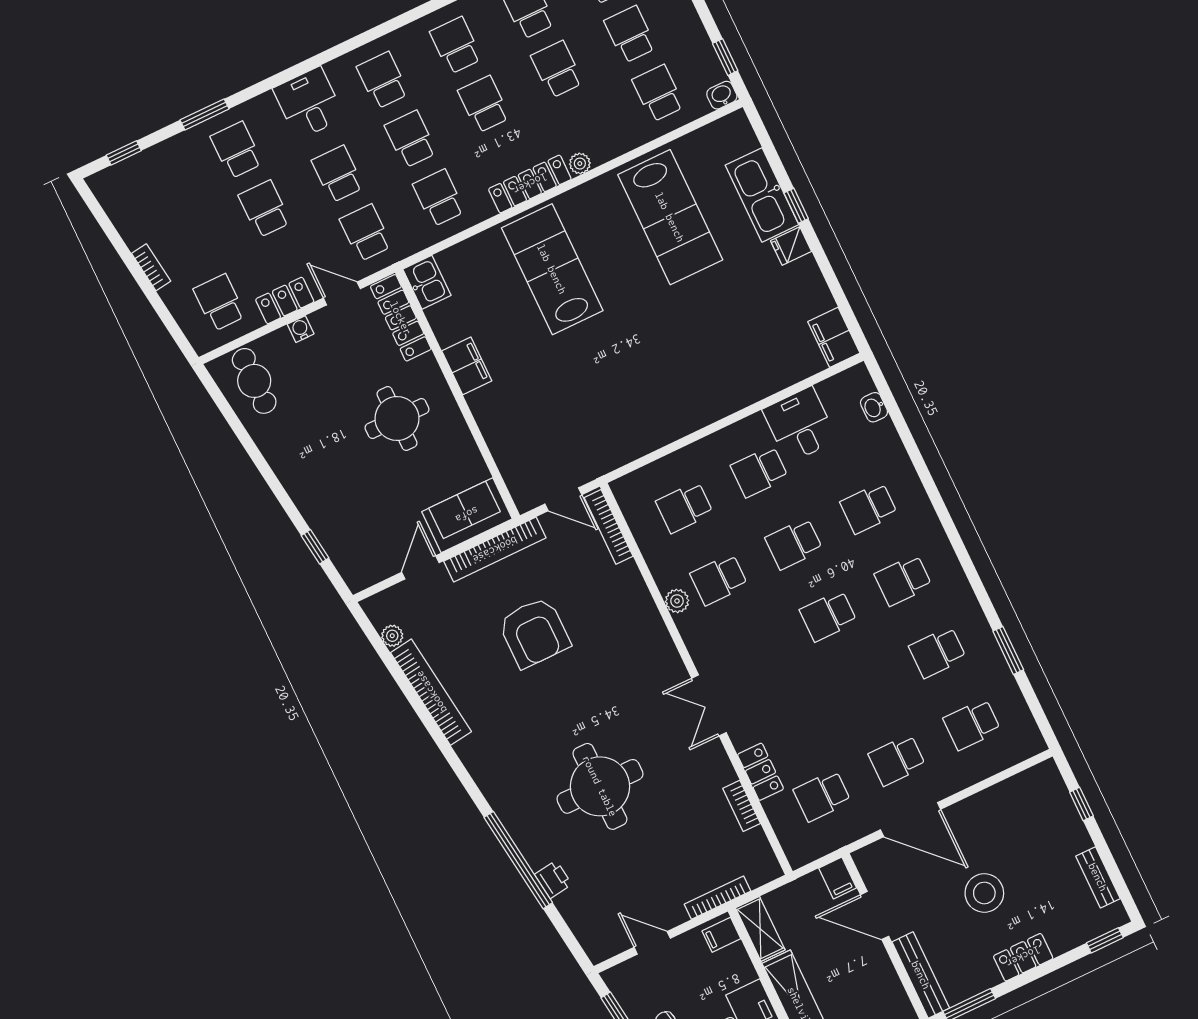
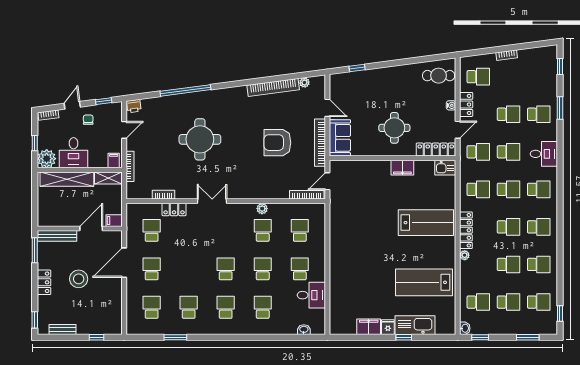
filing cabinet: (834, 337) -> (369, 327), moved
printer: (553, 879) -> (134, 106), moved

